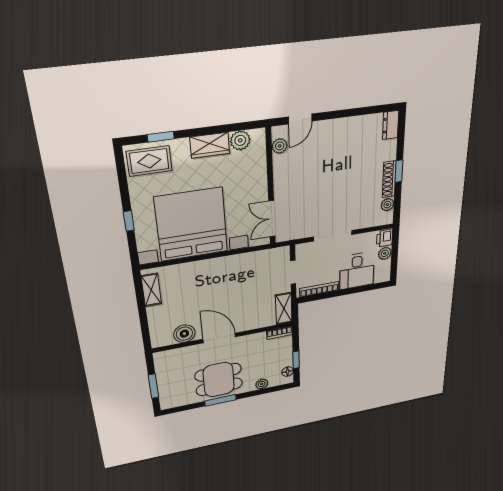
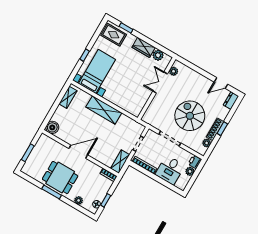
door: (300, 119) -> (221, 83), moved
spiral stairs: (343, 188) -> (190, 116), added
double door: (272, 219) -> (160, 82), moved
bed with nightstands: (191, 225) -> (97, 71), width x0.54
shelving: (215, 268) -> (104, 110), added
boiler: (184, 334) -> (52, 127), moved
door: (219, 338) -> (78, 152), hinge flipped

